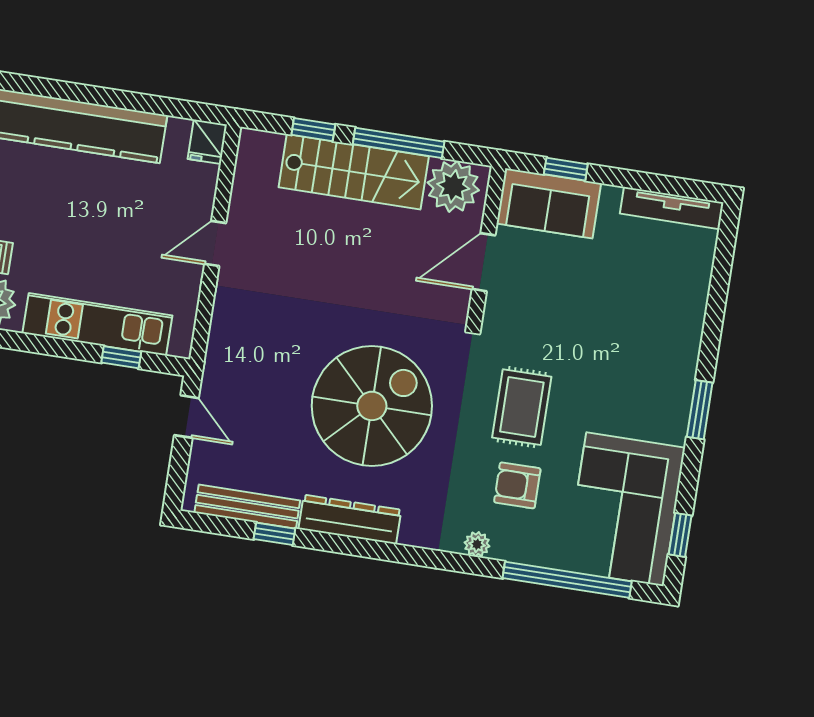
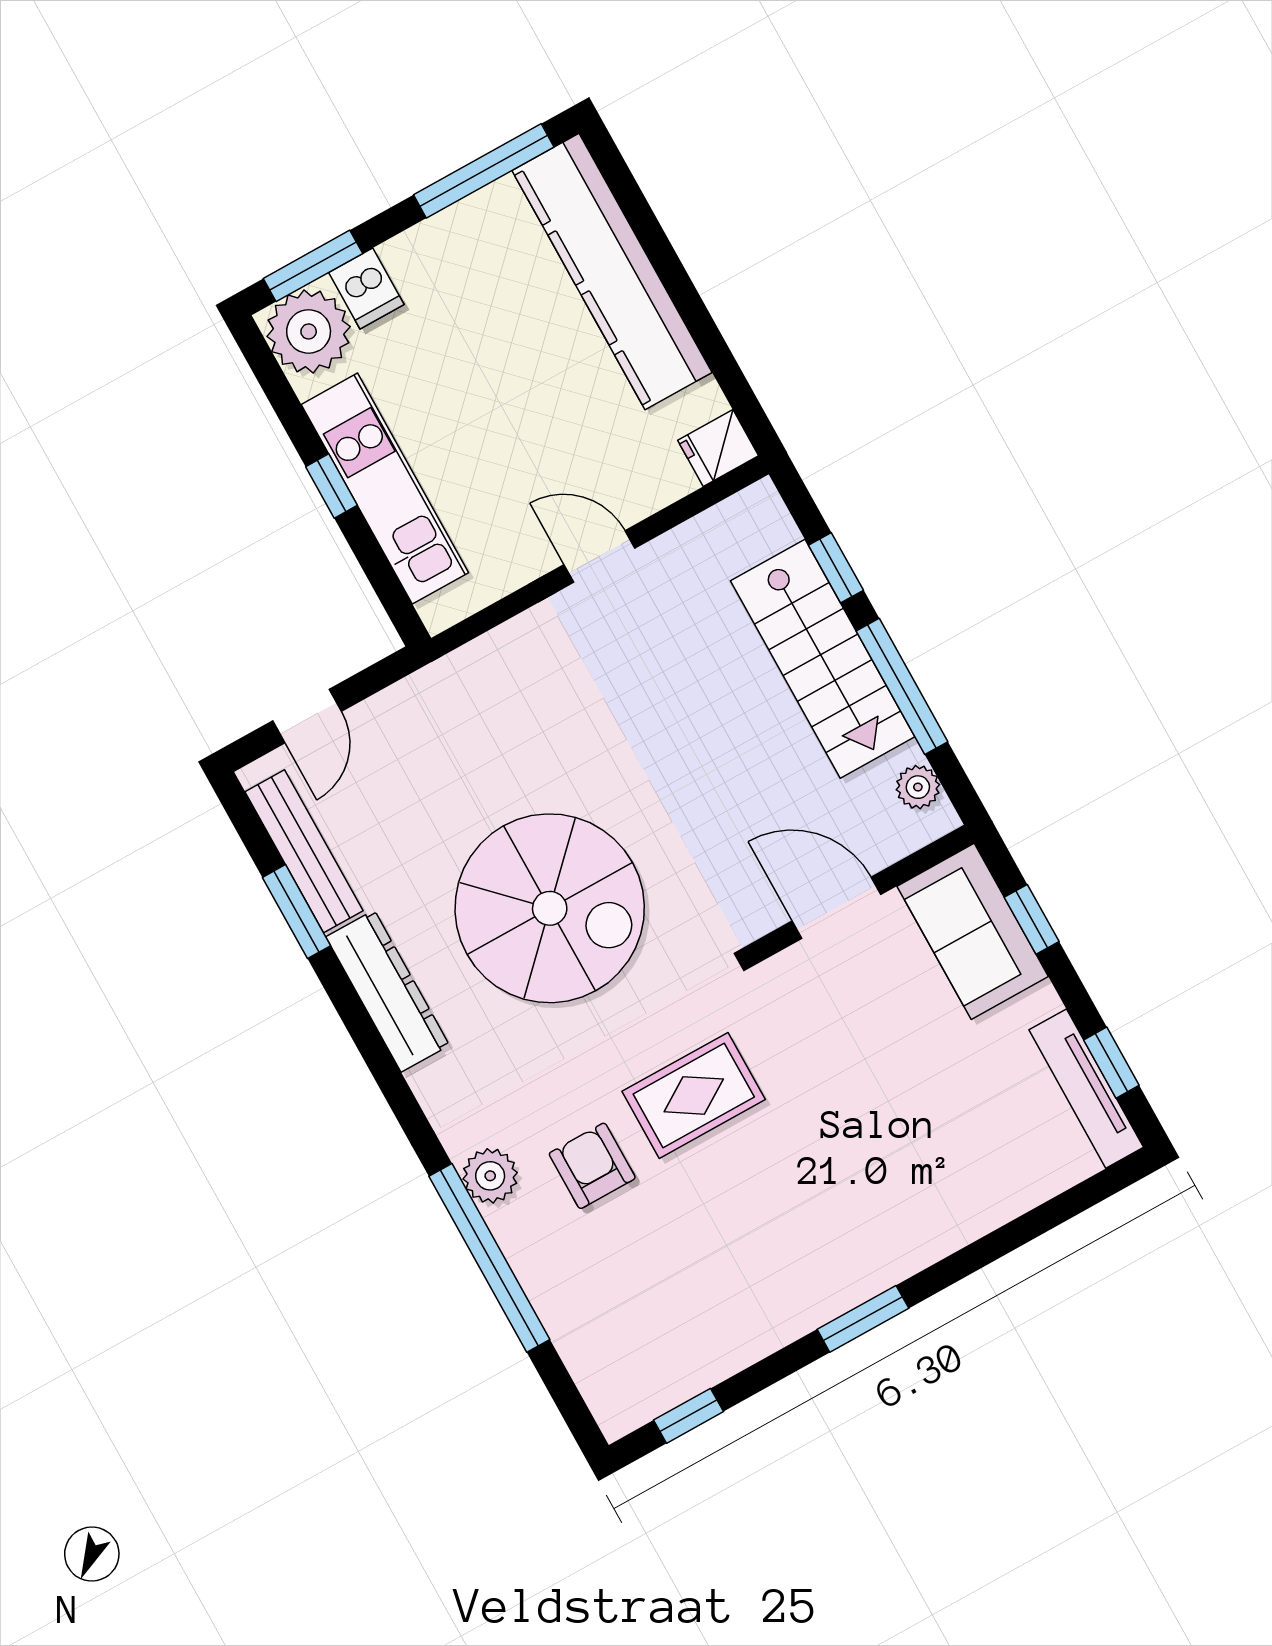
window: (669, 185) -> (1111, 1063), added
plant: (453, 186) -> (918, 787), width x0.53, depth x0.53
window: (121, 357) -> (331, 486), moved
door: (186, 417) -> (307, 716), moved
corner sofa: (625, 509) -> (667, 1323), removed
window: (274, 534) -> (297, 912), width x1.50
plant: (477, 544) -> (490, 1176), width x1.38, depth x1.38
window: (567, 580) -> (489, 1258), moved

